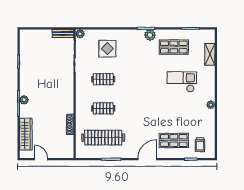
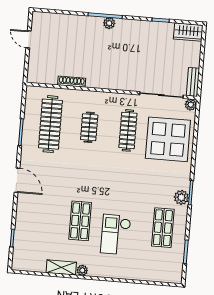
display table: (107, 49) -> (168, 139), width x1.86, depth x1.86
shelving: (210, 54) -> (61, 267), moved
clothes rail: (103, 79) -> (128, 130), width x1.36
checkout: (182, 82) -> (116, 235), turned 180
wardrobe: (26, 134) -> (188, 32), moved, width x0.67
shop shelf: (174, 141) -> (80, 221), moved
trolley: (200, 145) -> (30, 252), removed
door: (41, 159) -> (29, 39), swing flipped

